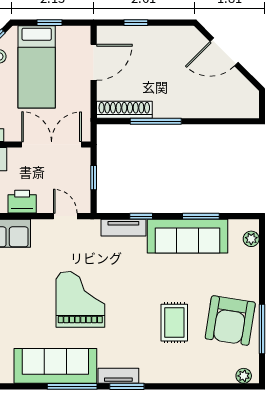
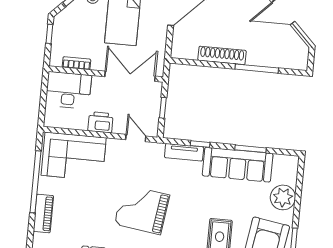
shoe rack: (124, 110) -> (222, 55), moved
window: (156, 121) -> (257, 69), moved
plant: (251, 239) -> (283, 197), moved, width x1.87, depth x1.87
grand piano: (80, 299) -> (142, 210), turned -82

